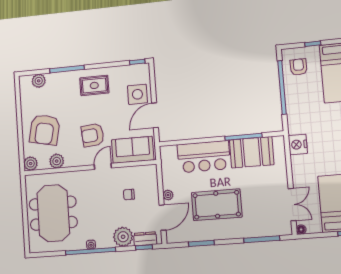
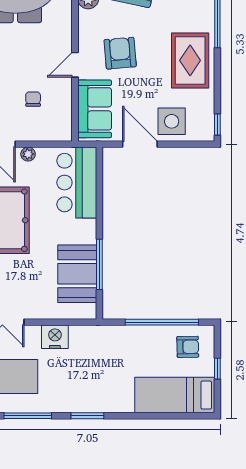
rug: (94, 85) -> (190, 60), width x1.36, depth x1.43
nightstand: (298, 144) -> (55, 337), moved
bar counter: (204, 157) -> (77, 183), moved
door: (103, 166) -> (75, 65), swing flipped

